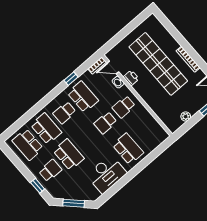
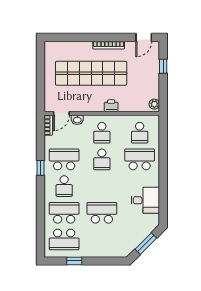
printer: (131, 78) -> (111, 106), moved
window: (71, 79) -> (41, 168), moved
plant: (186, 116) -> (154, 104), moved
school desk: (50, 171) -> (140, 133), moved, turned 180
desk: (107, 174) -> (145, 200), width x0.73
window: (38, 186) -> (74, 261), moved

